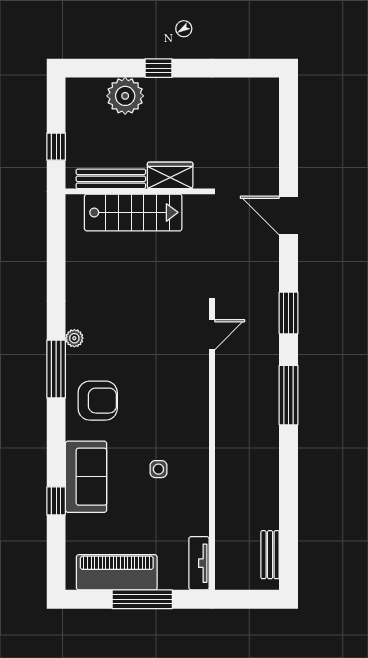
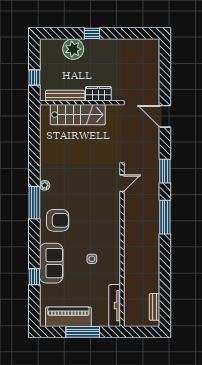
tv unit: (199, 563) -> (115, 306), width x1.41

